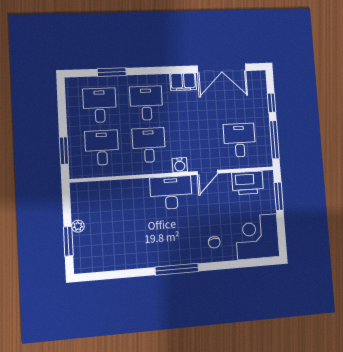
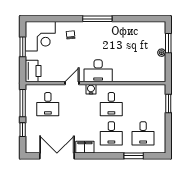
desk: (102, 148) -> (143, 104), removed
printer: (248, 183) -> (33, 71), moved, turned 90
window: (279, 196) -> (23, 47), moved

